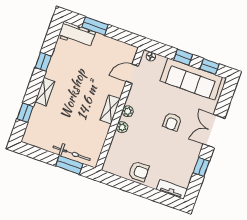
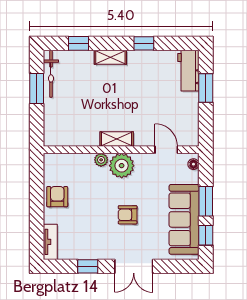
window: (183, 57) -> (206, 201), width x1.50
plant: (128, 111) -> (122, 166), width x1.88, depth x1.88
double door: (214, 131) -> (134, 266), swing flipped
bicycle: (72, 153) -> (51, 74), moved
window: (69, 165) -> (37, 89), moved
armchair: (139, 171) -> (57, 197), turned 180

